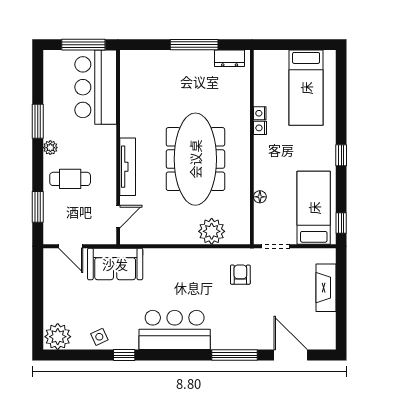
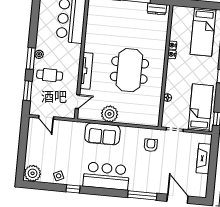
window: (38, 121) -> (31, 58), moved
meeting table: (195, 159) -> (129, 70), width x0.73
plant: (212, 231) -> (109, 114), moved
sofa: (115, 264) -> (102, 134), moved

